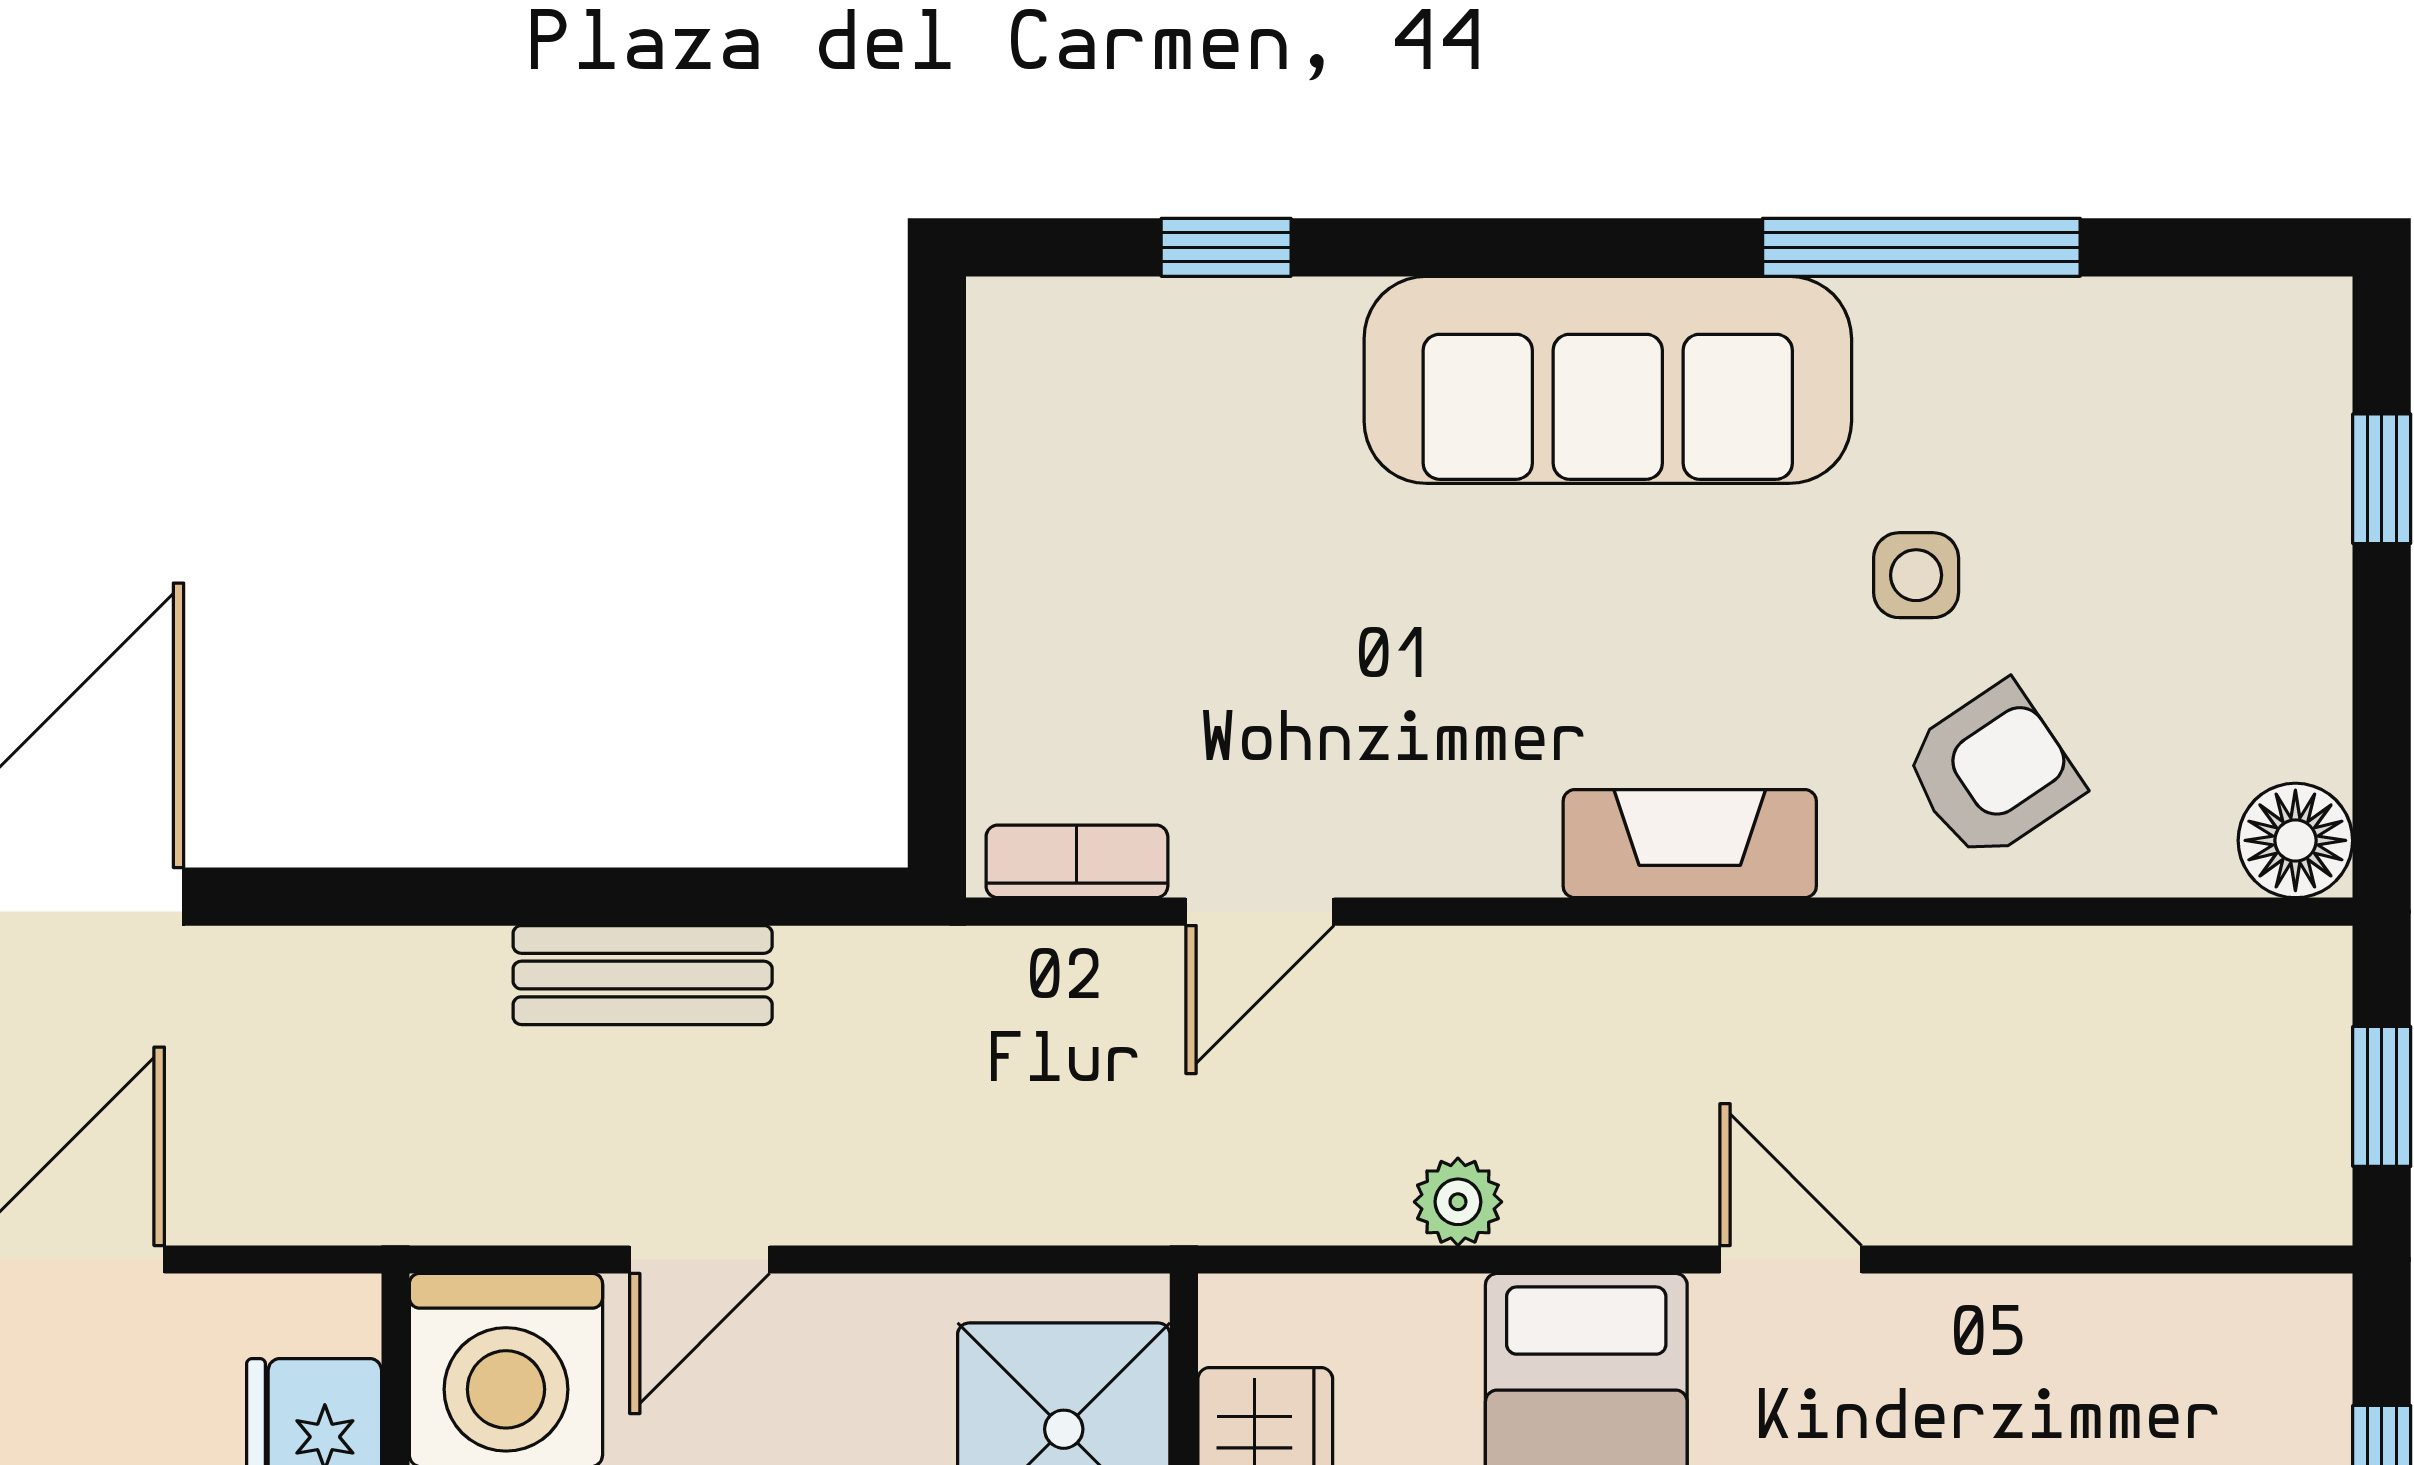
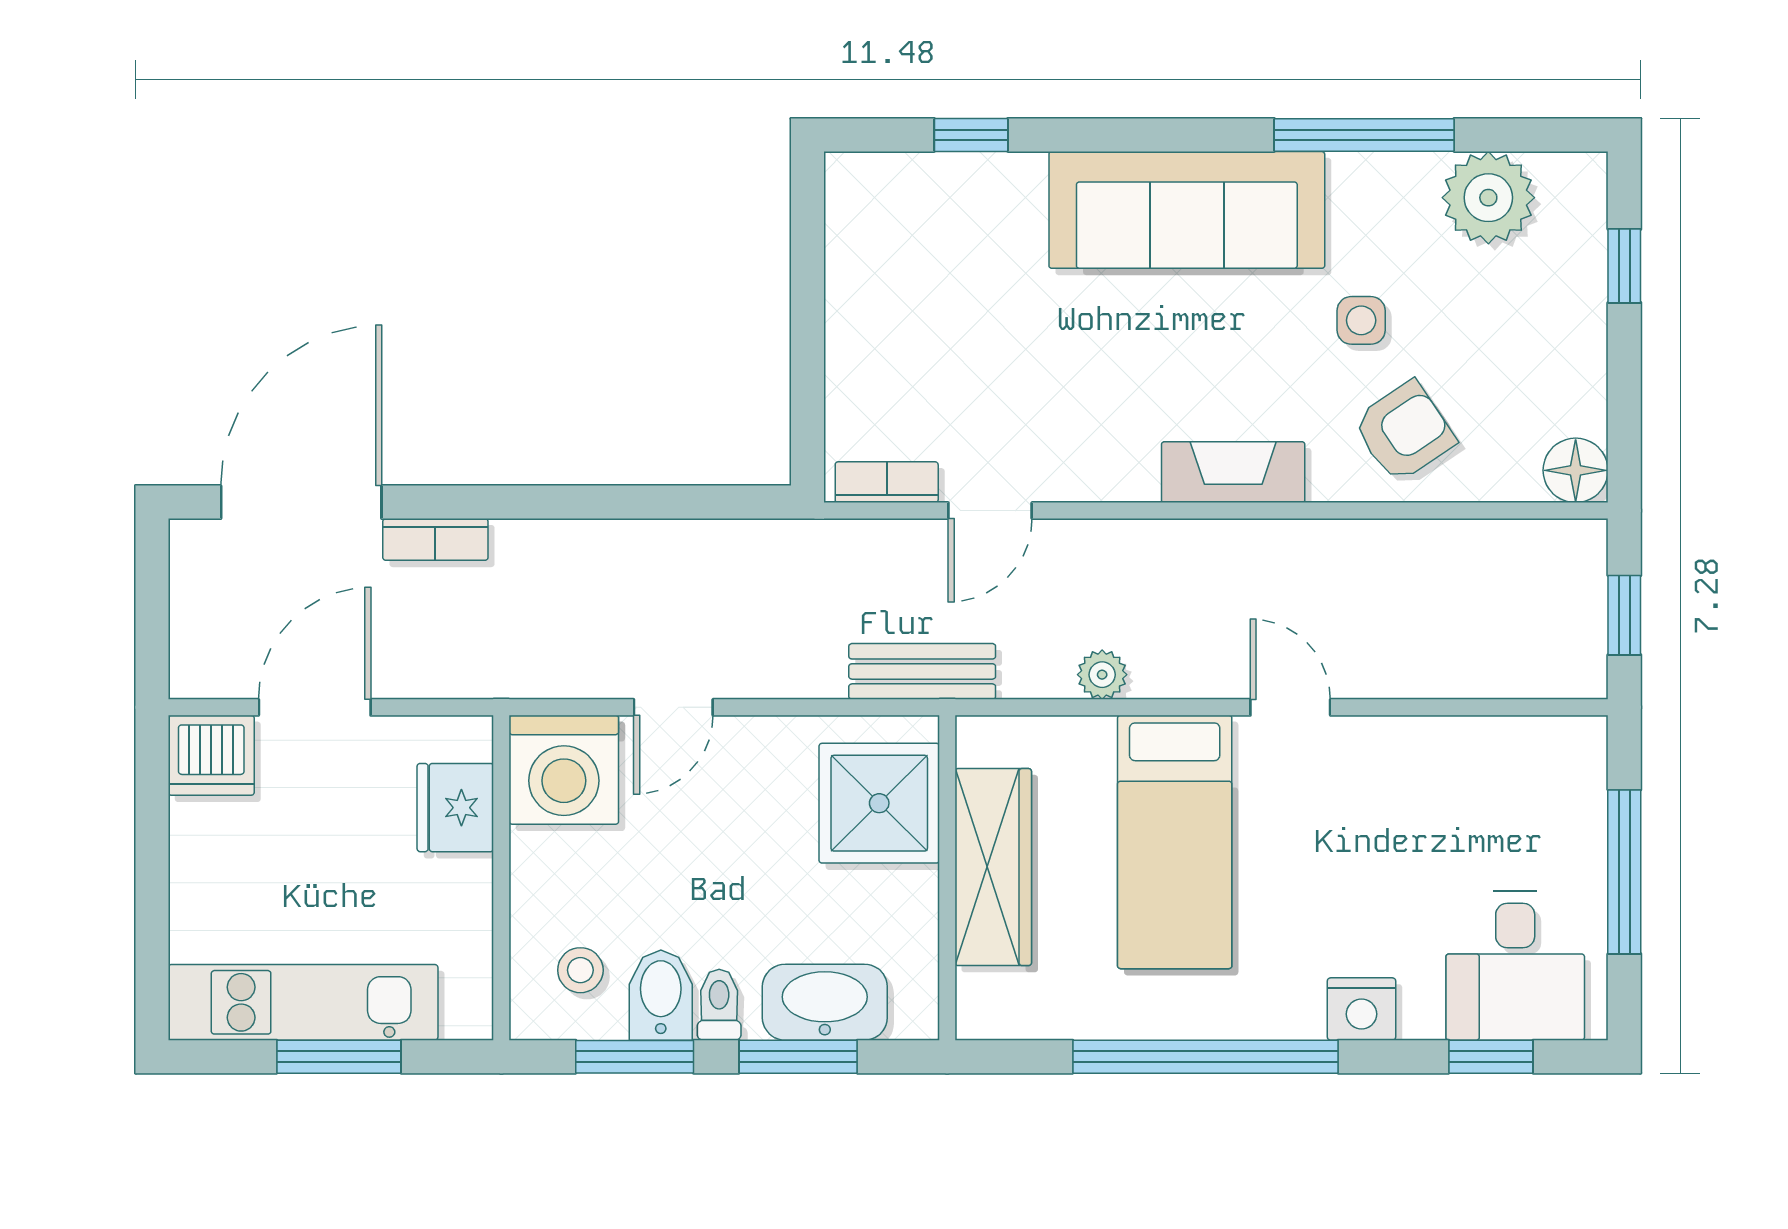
plant: (2141, 358) -> (1488, 198), added
bookcase: (279, 963) -> (435, 539), added
bench: (643, 975) -> (922, 671), moved

